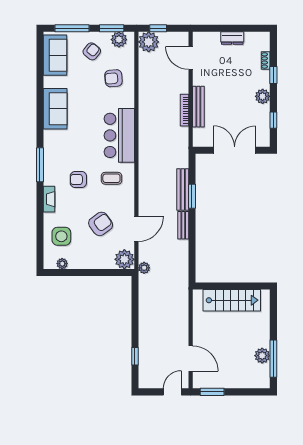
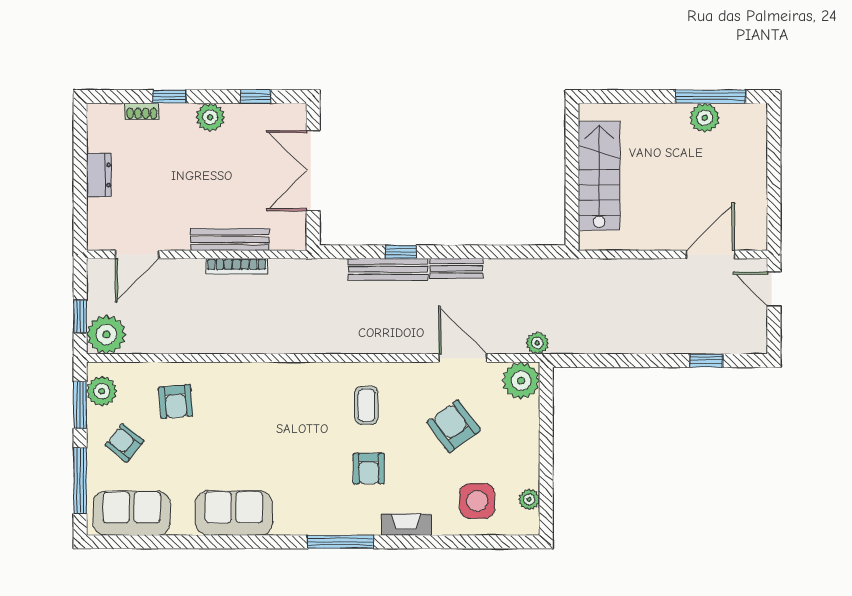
bar counter: (119, 135) -> (285, 391), removed
window: (192, 196) -> (401, 252), width x0.67
window: (212, 392) -> (774, 213), removed

